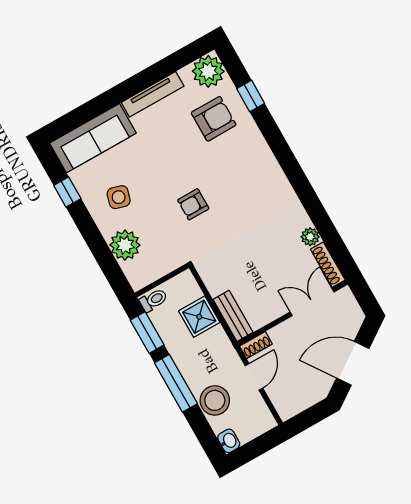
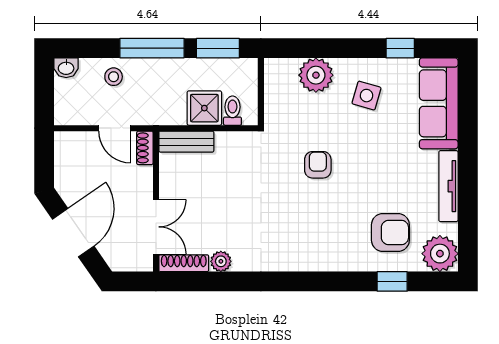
armchair: (214, 119) -> (390, 232), turned -90
toilet: (154, 300) -> (232, 111), moved, turned 180
stool: (215, 400) -> (114, 77), width x0.53, depth x0.53

